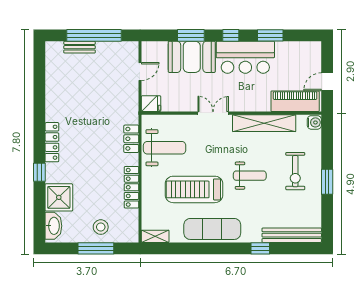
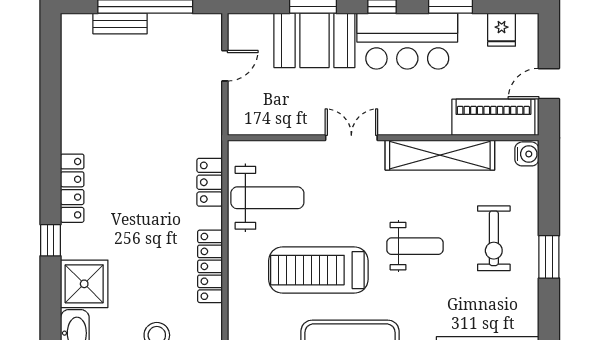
fridge: (151, 104) -> (502, 30), moved, turned 90

